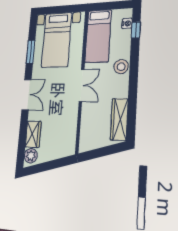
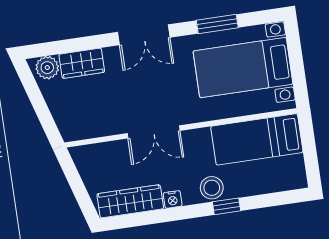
nightstand: (127, 23) -> (173, 199), moved
window: (136, 30) -> (226, 206), moved
double door: (82, 85) -> (154, 132), moved

